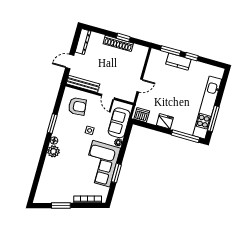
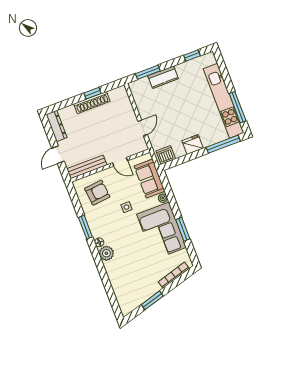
window: (192, 57) -> (192, 55), moved

